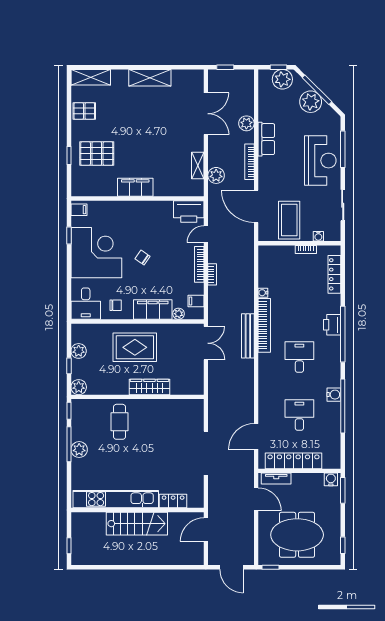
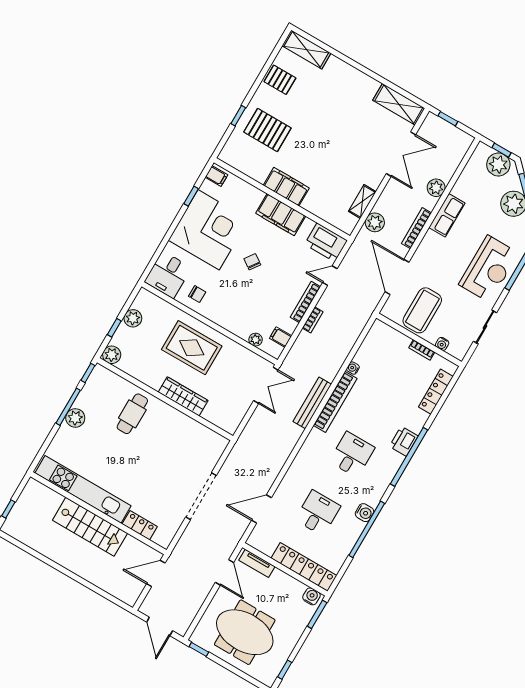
shelving: (150, 78) -> (399, 104), moved
filing cabinet: (153, 309) -> (281, 215), moved, turned 180
locker: (293, 461) -> (304, 567), moved

